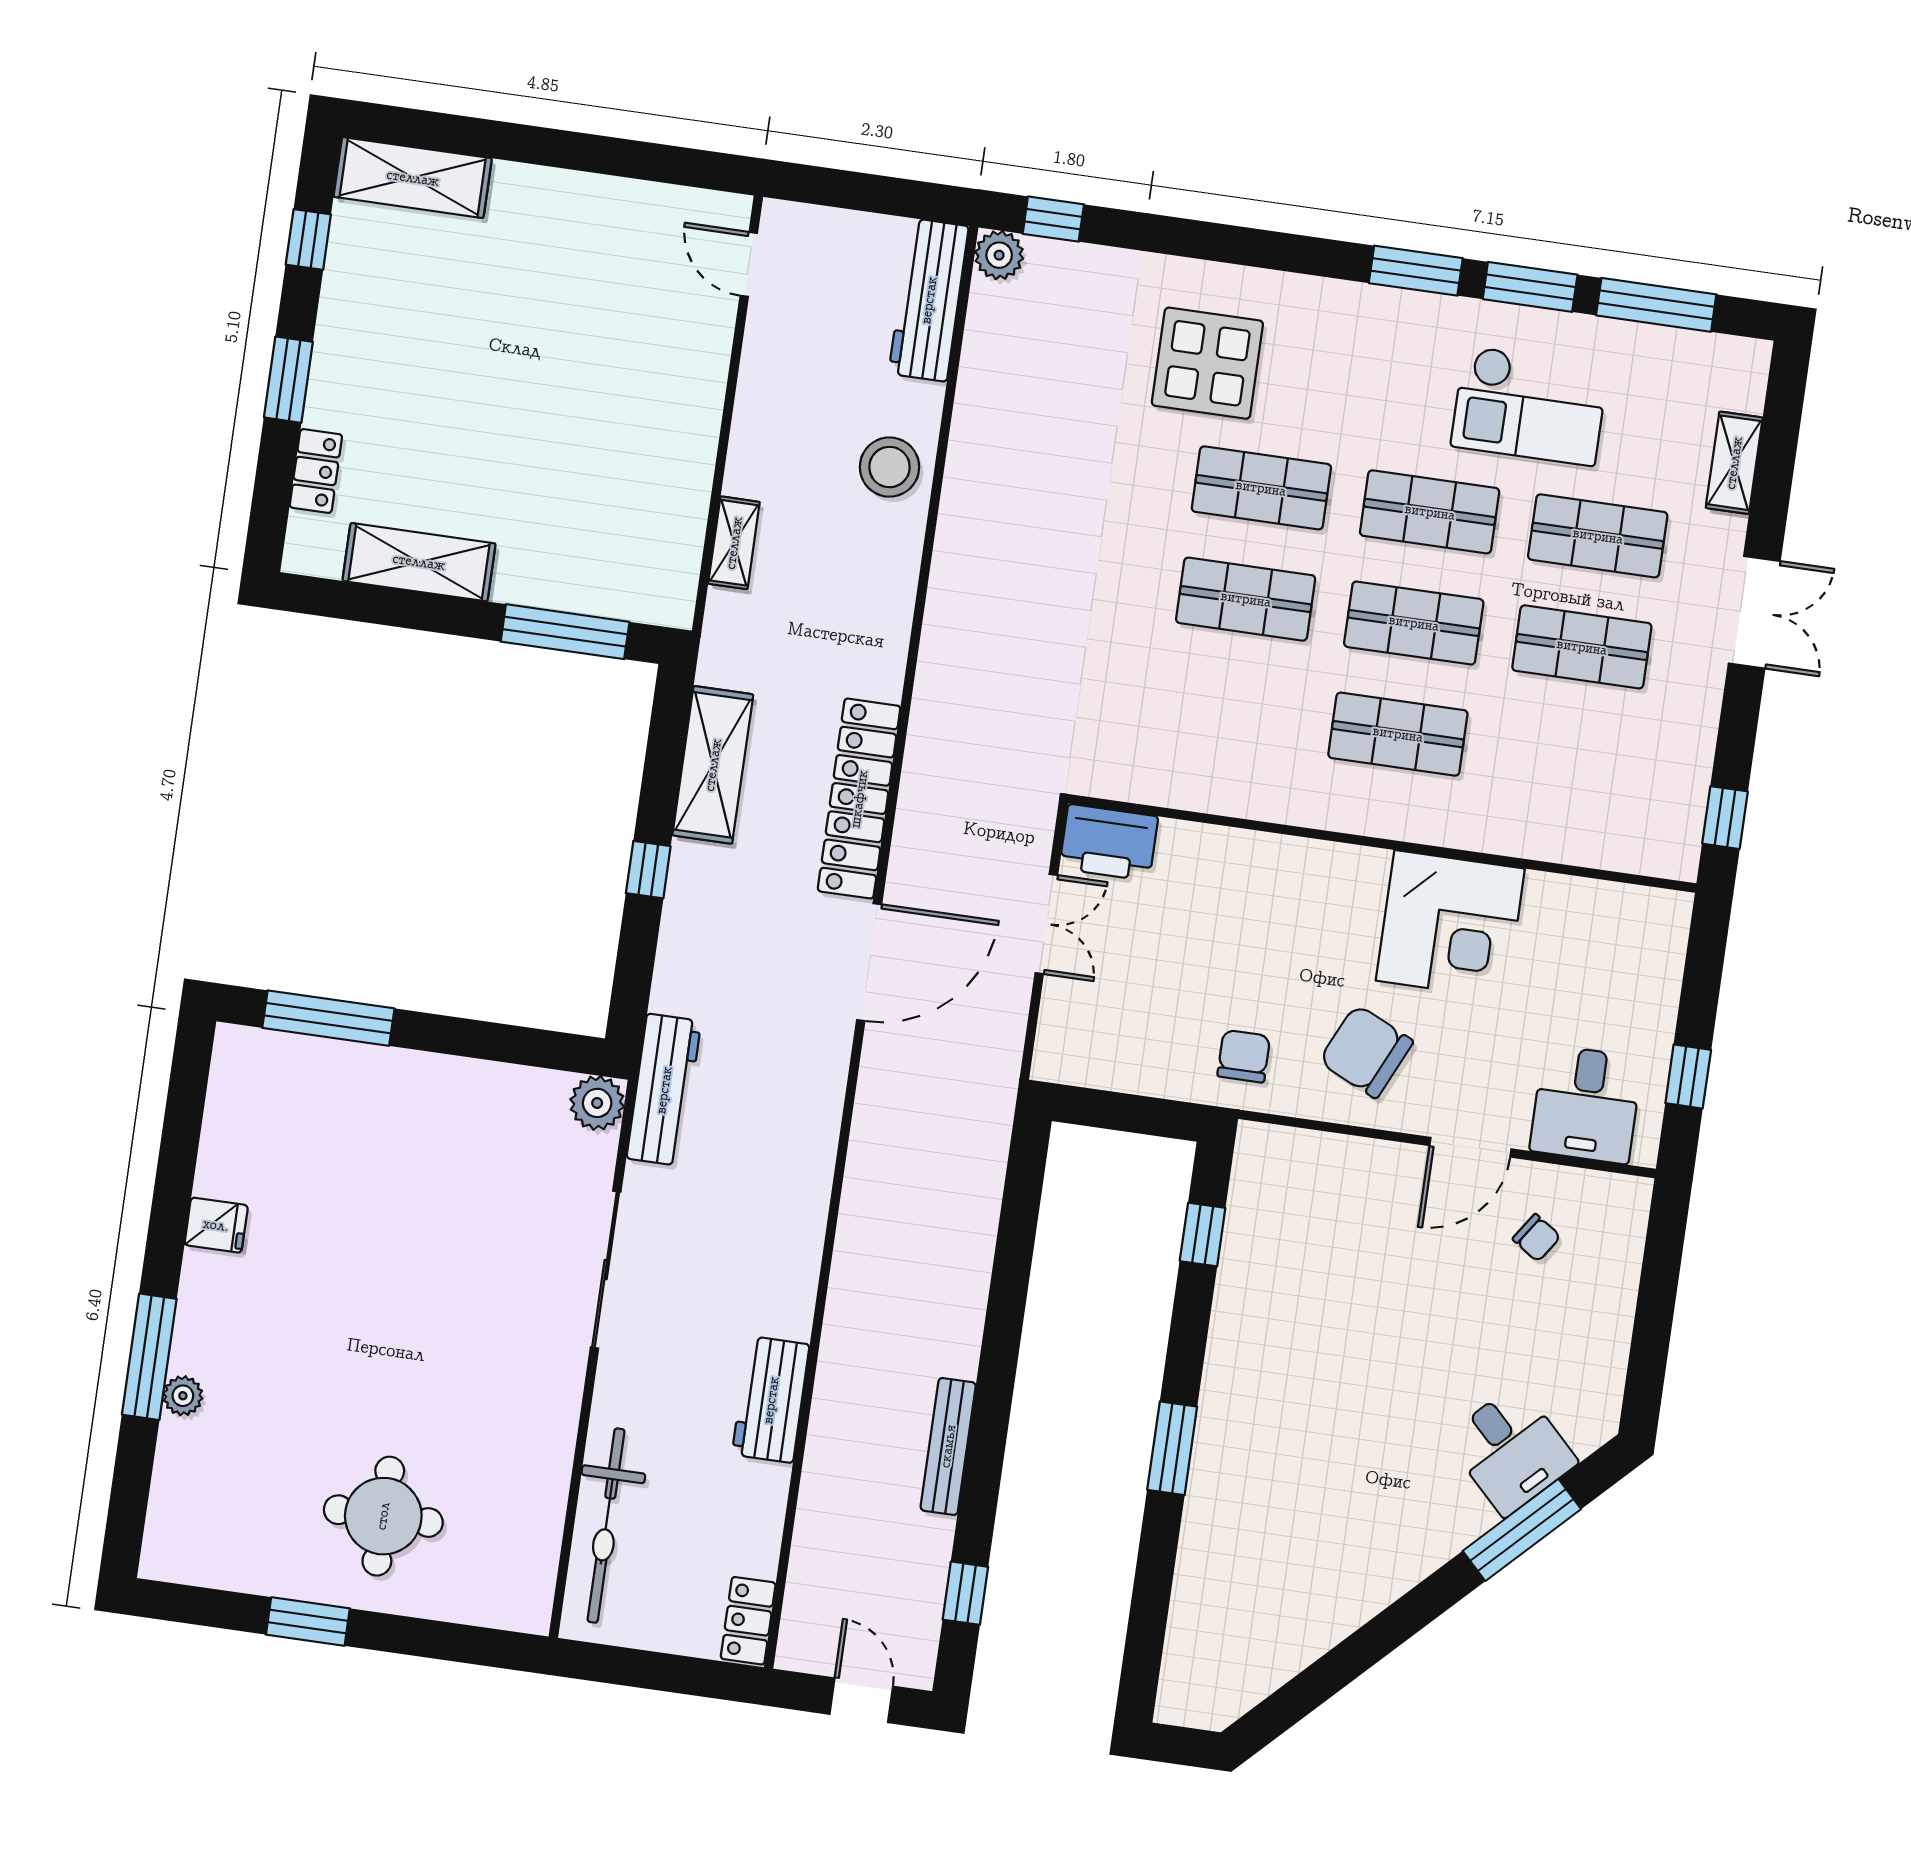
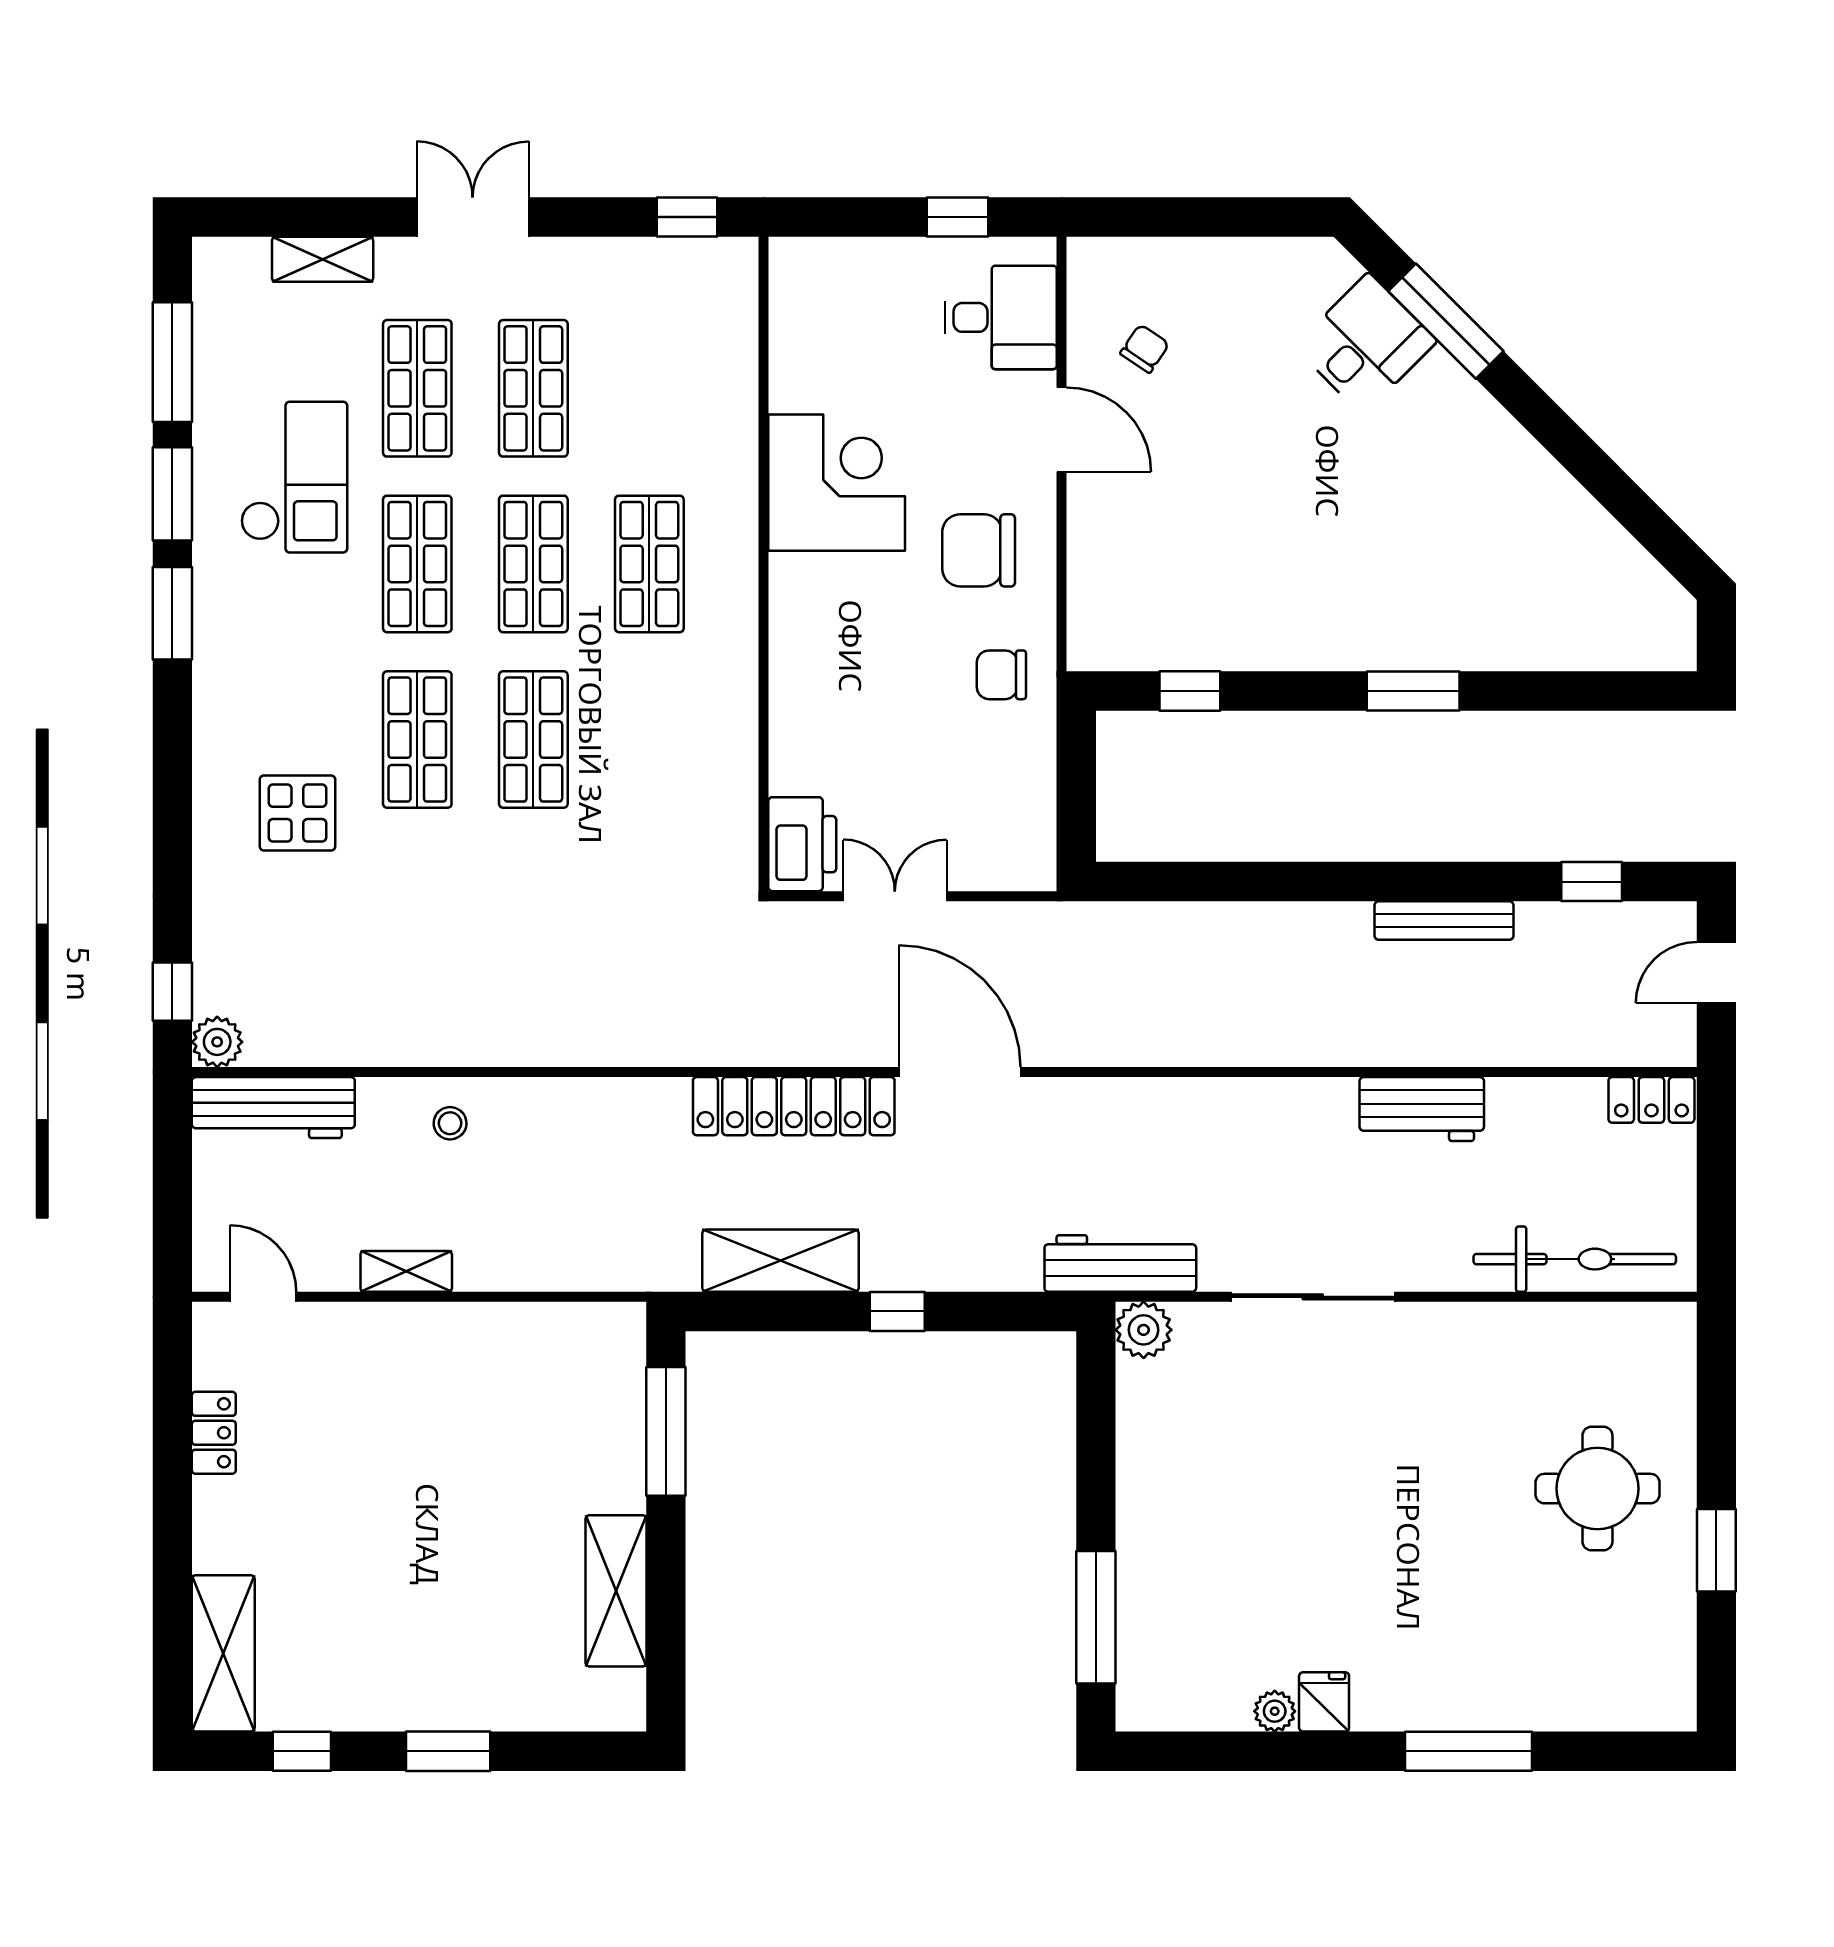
door: (749, 264) -> (263, 1297), swing flipped
display table: (1207, 363) -> (297, 813), width x0.73, depth x0.73
stool: (889, 467) -> (450, 1123), width x0.53, depth x0.53
locker: (316, 471) -> (214, 1433), moved, turned 90
shelving: (734, 543) -> (406, 1271), moved
chair: (1366, 1051) -> (979, 550), turned 65
plant: (183, 1396) -> (1275, 1711), moved

